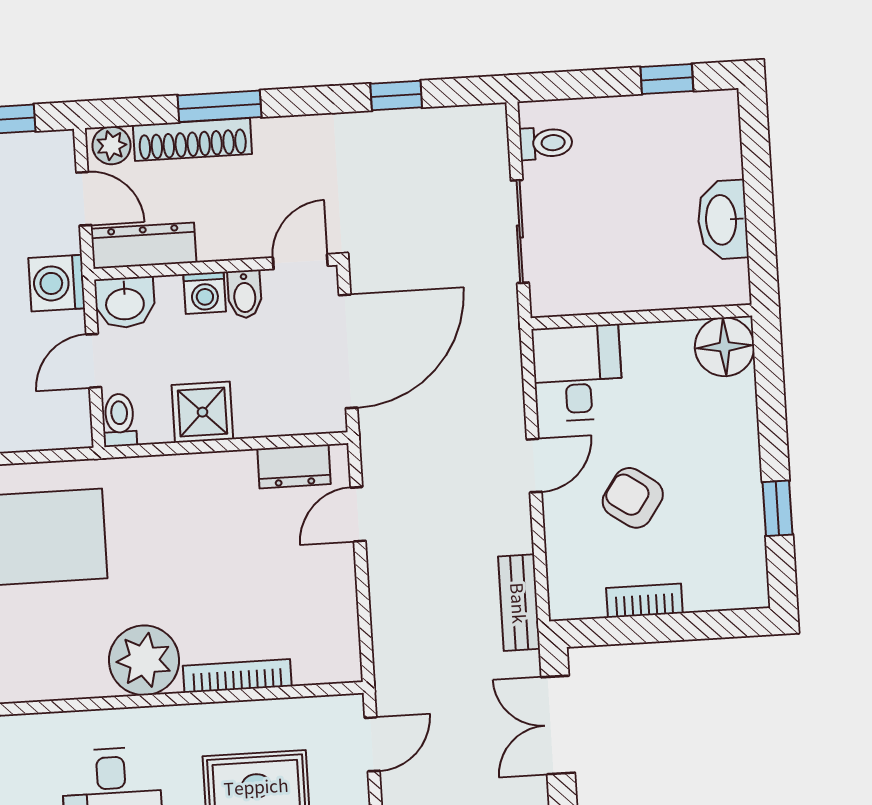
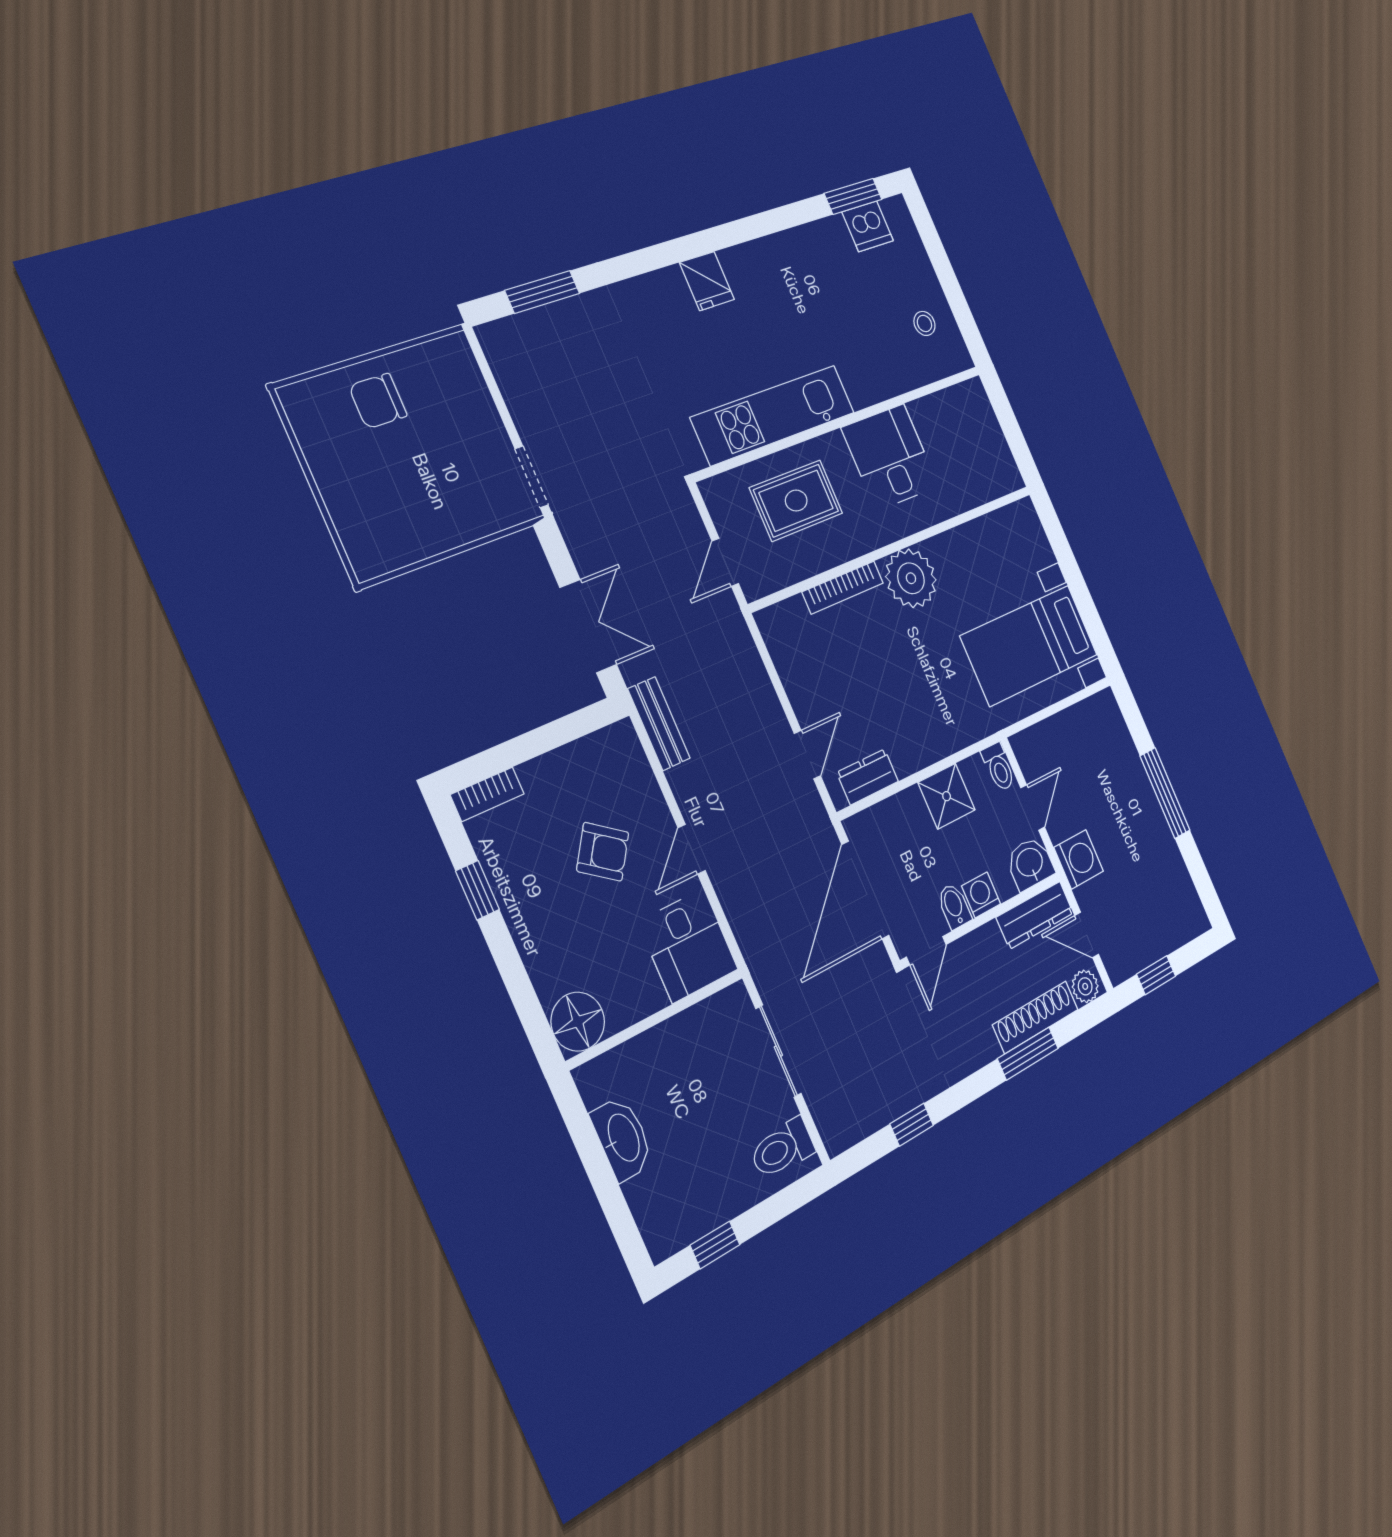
toilet: (546, 143) -> (782, 1148), width x1.37, depth x1.39
bookcase: (644, 601) -> (487, 794), moved

